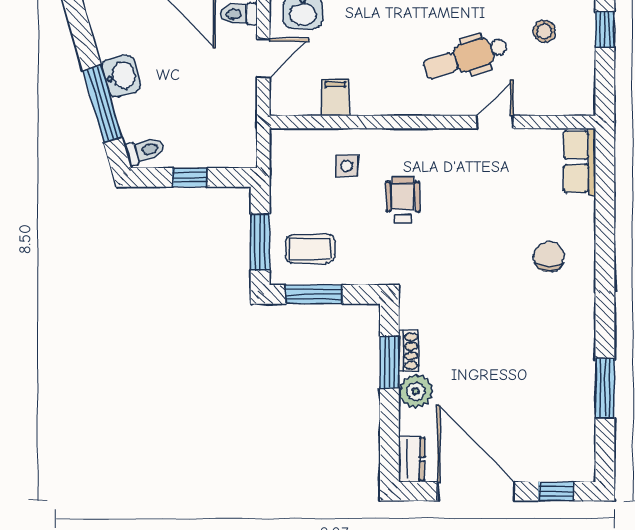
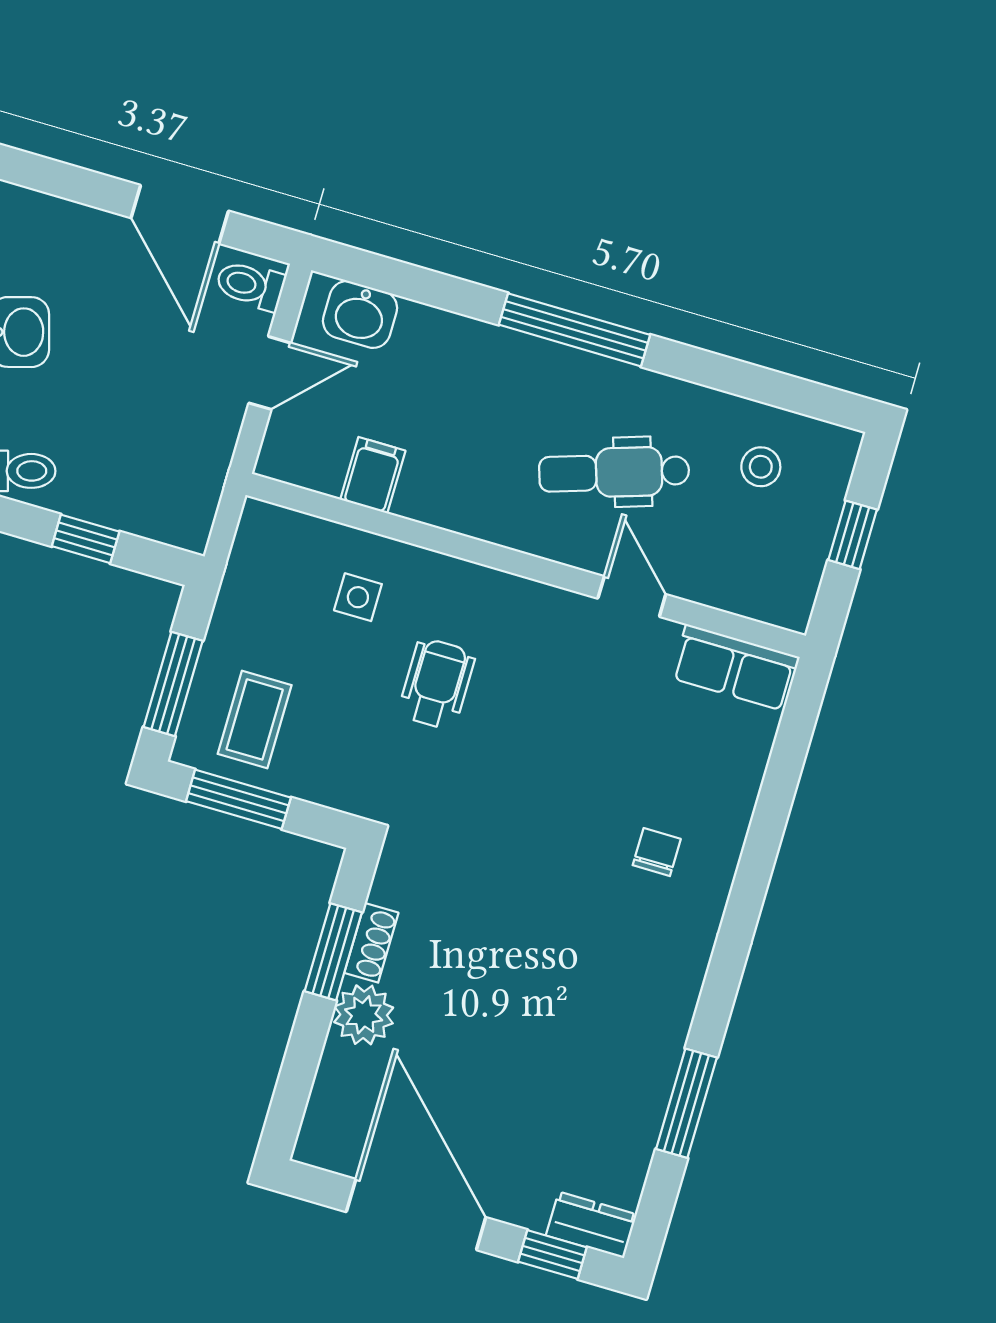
window: (605, 29) -> (853, 535), moved
door: (495, 122) -> (632, 596), hinge flipped
row of seats: (580, 162) -> (735, 667), moved, turned -90
coffee table: (310, 249) -> (255, 719), turned 90
chair: (549, 257) -> (657, 852), width x0.73, depth x0.73
dresser: (412, 459) -> (591, 1225), moved, turned -90

